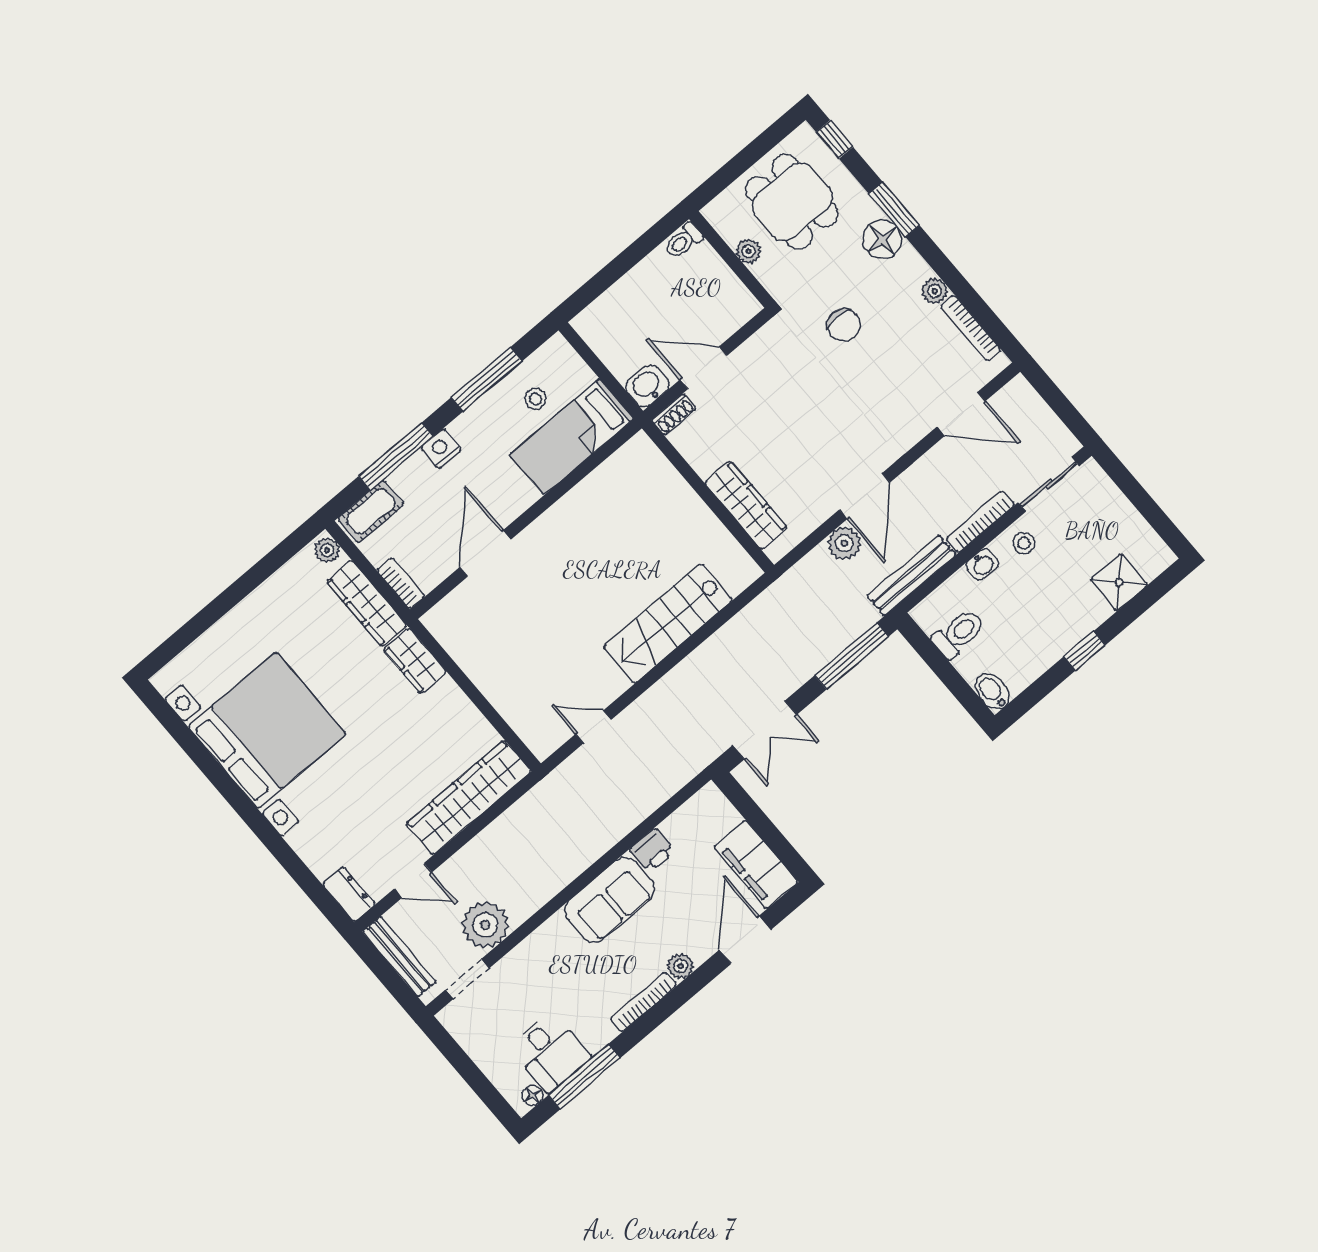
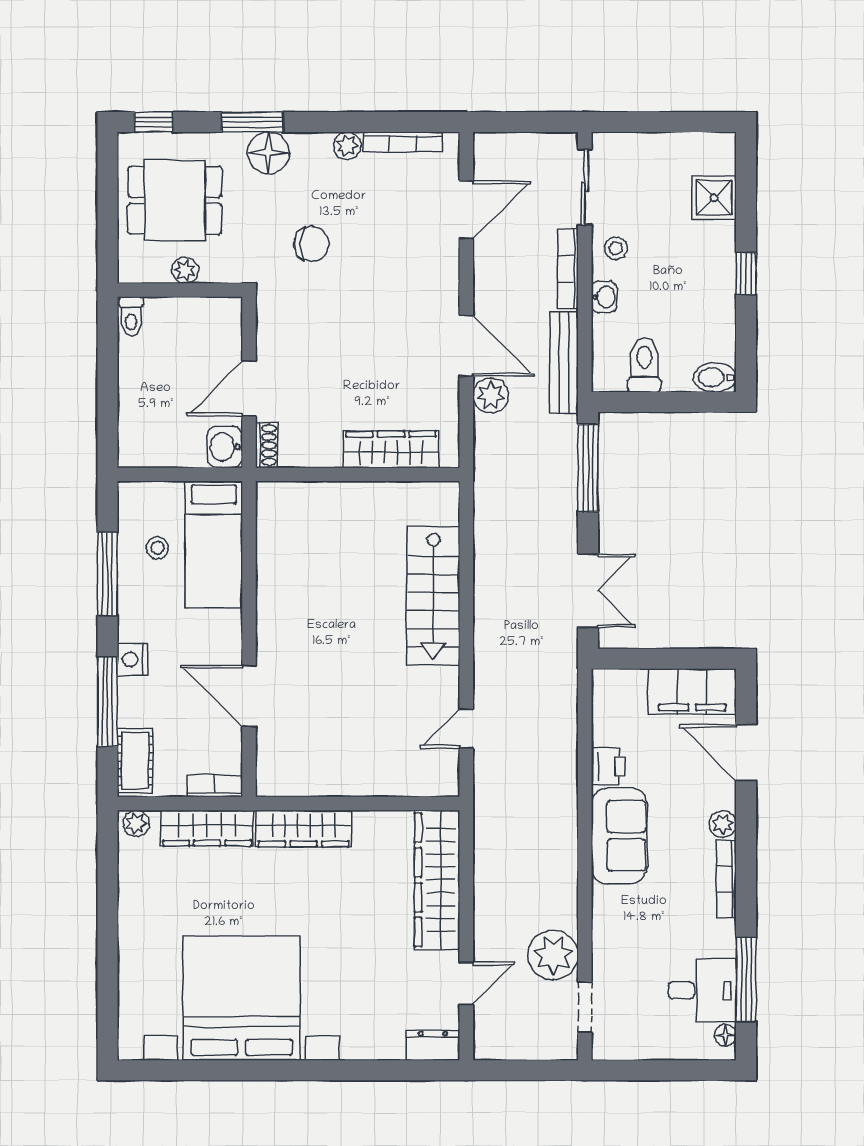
wardrobe: (415, 661) -> (304, 829), width x1.50
bench: (399, 957) -> (519, 1047), removed

